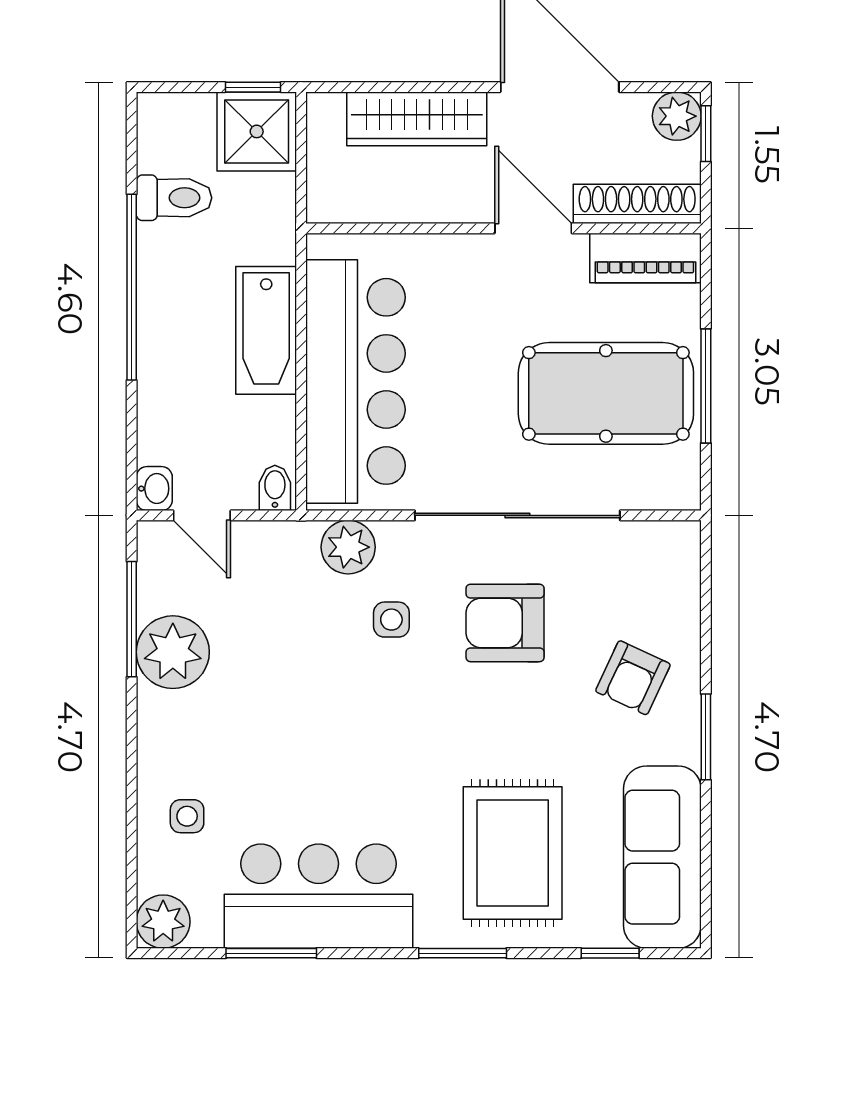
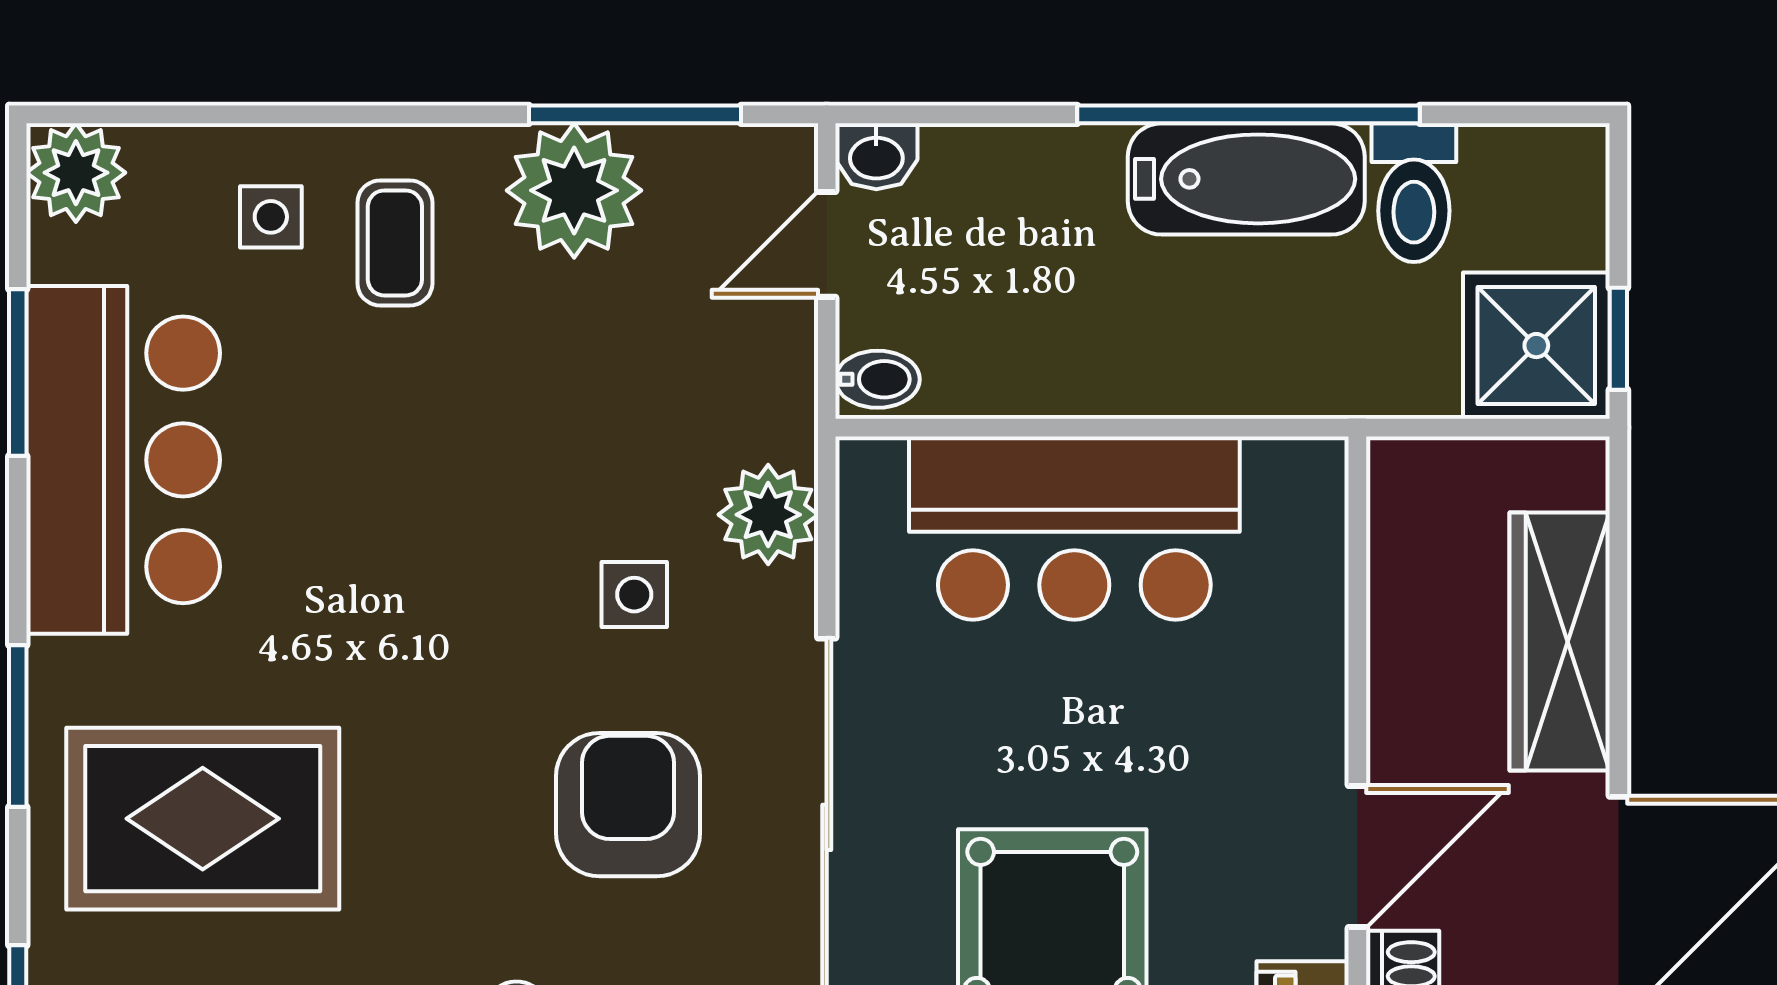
bathtub: (266, 330) -> (1246, 179), moved, turned 180
bar counter: (355, 381) -> (1074, 528), width x0.73
coffee table: (201, 749) -> (395, 243), added

